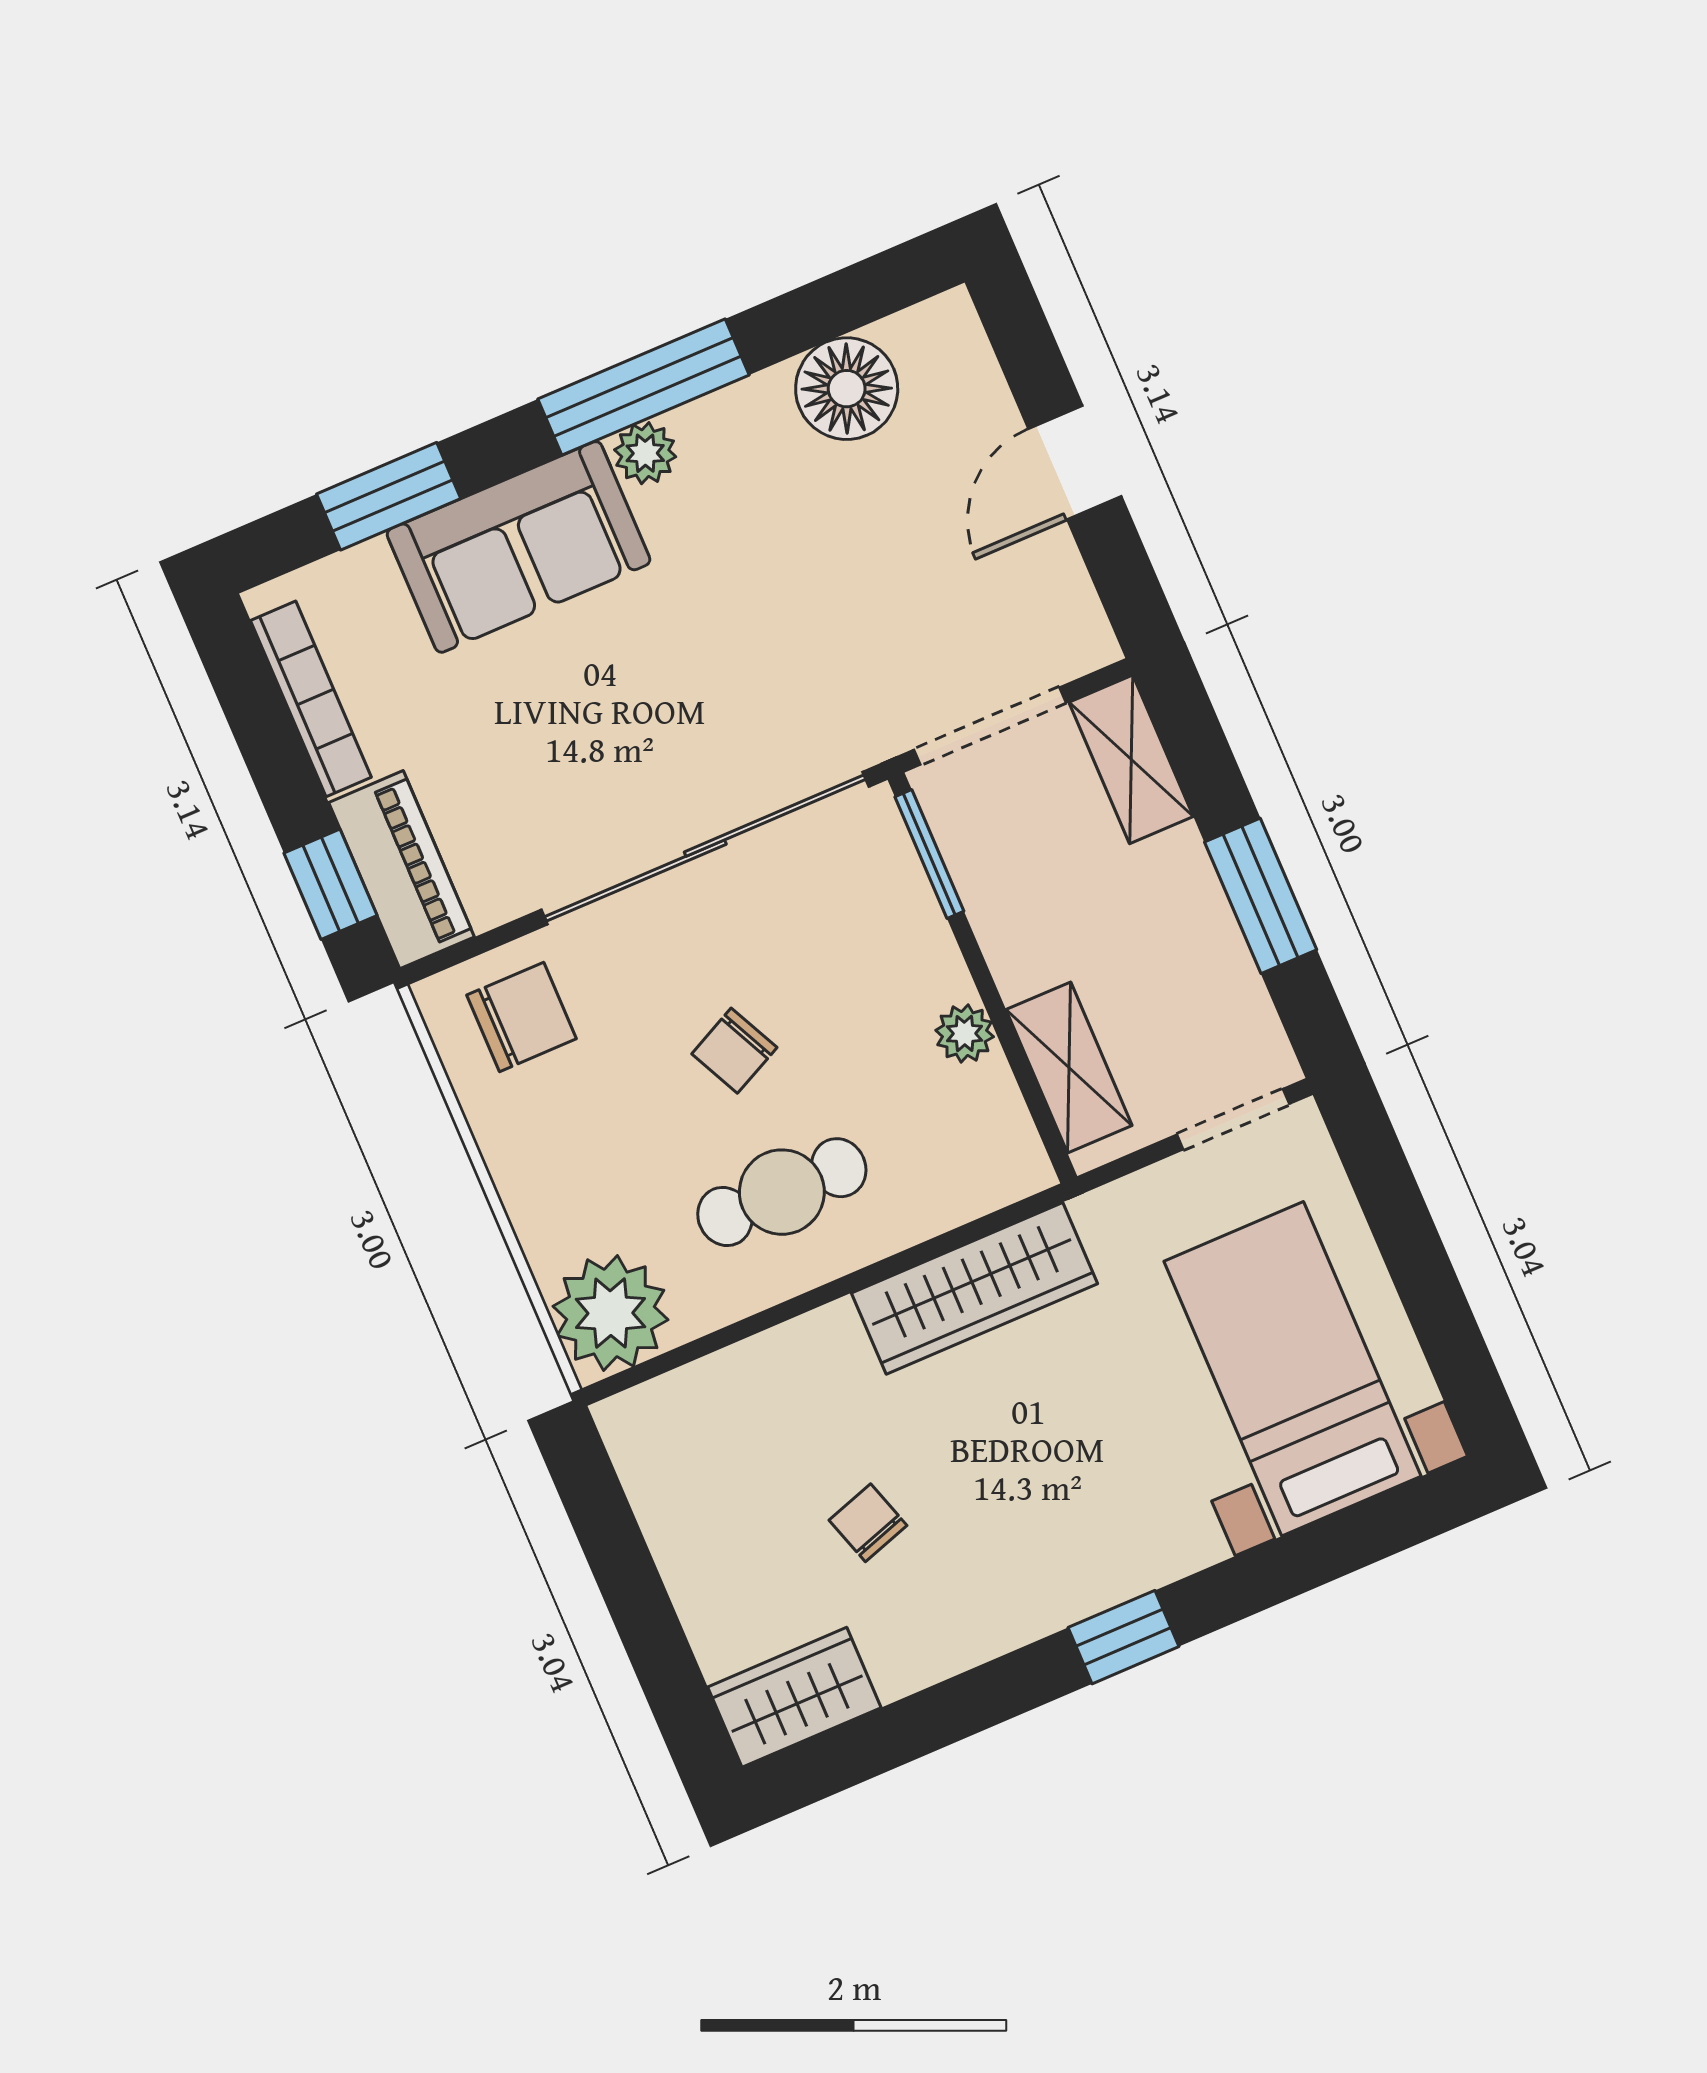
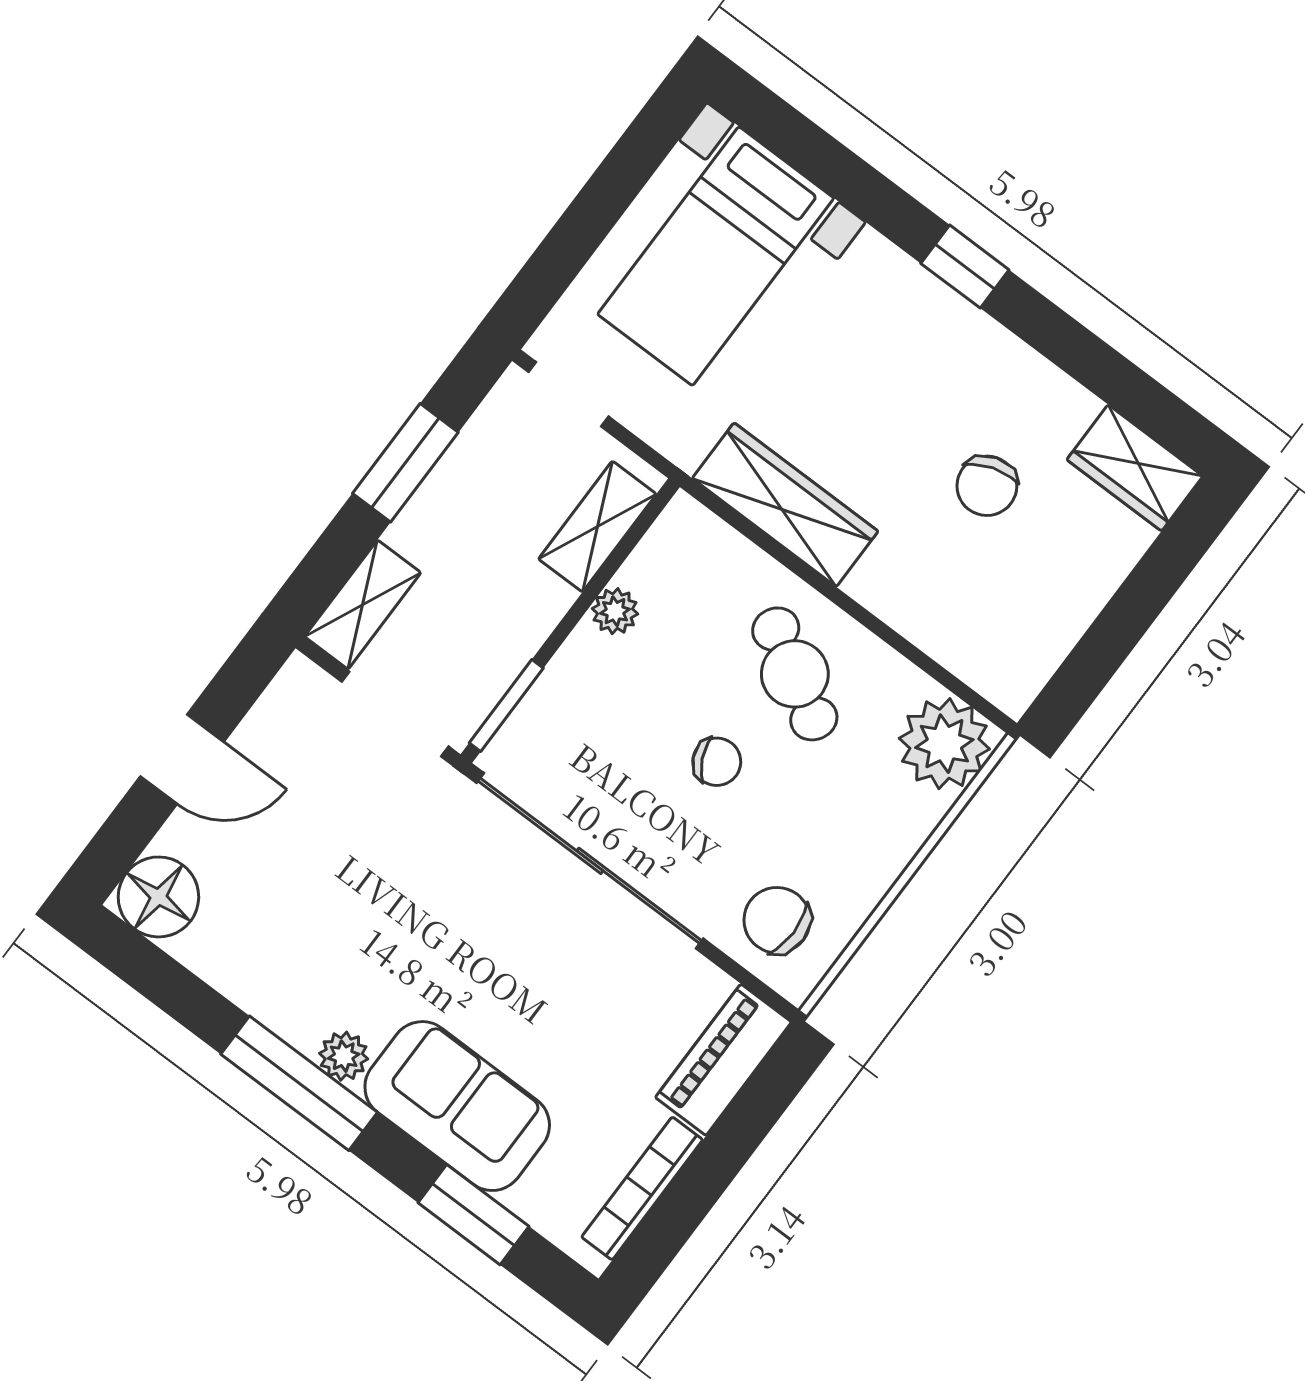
floor lamp: (847, 389) -> (158, 897), moved
window: (330, 884) -> (761, 1103), removed
cafe table: (782, 1192) -> (795, 674), turned 30
chair: (868, 1523) -> (987, 486), width x1.37, depth x1.37

